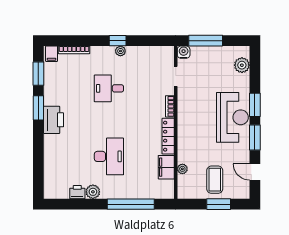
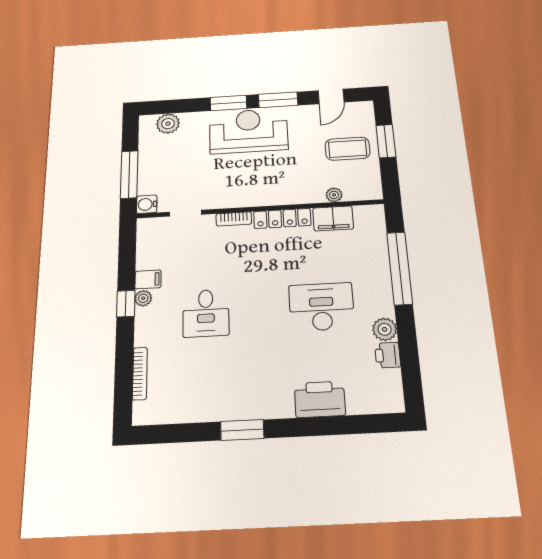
filing cabinet: (52, 54) -> (148, 279), moved
window: (38, 74) -> (181, 433), removed
printer: (54, 120) -> (320, 399), moved

